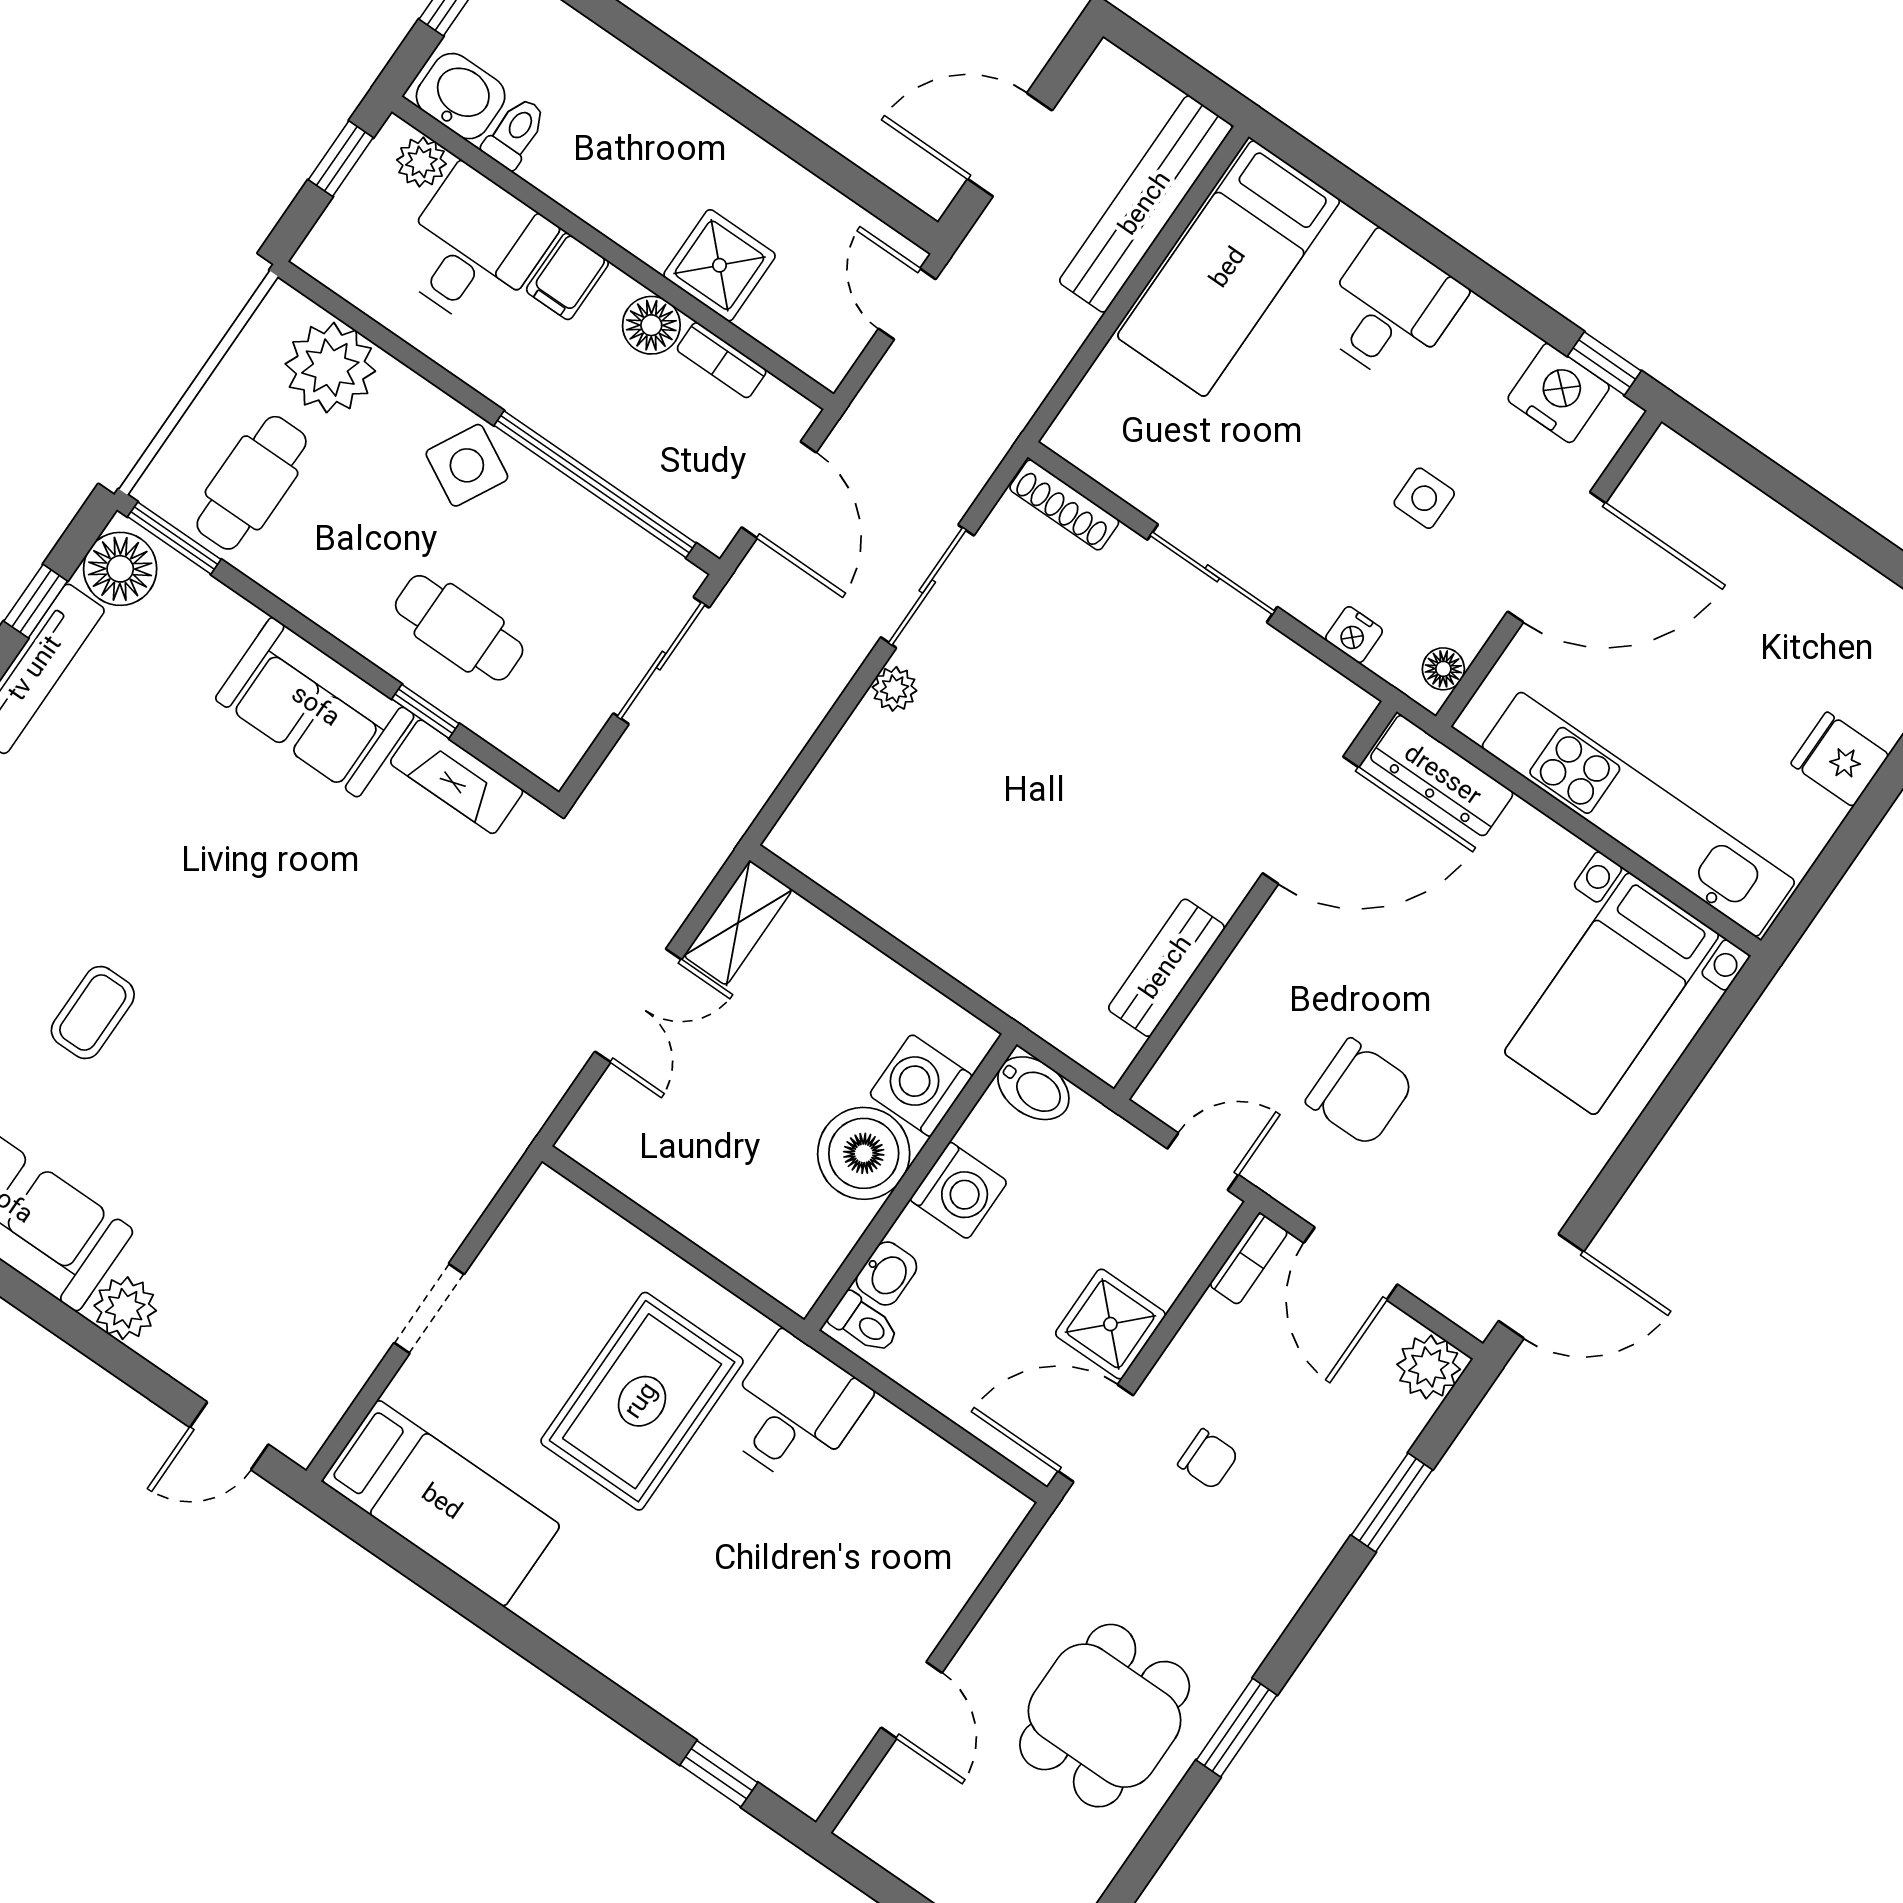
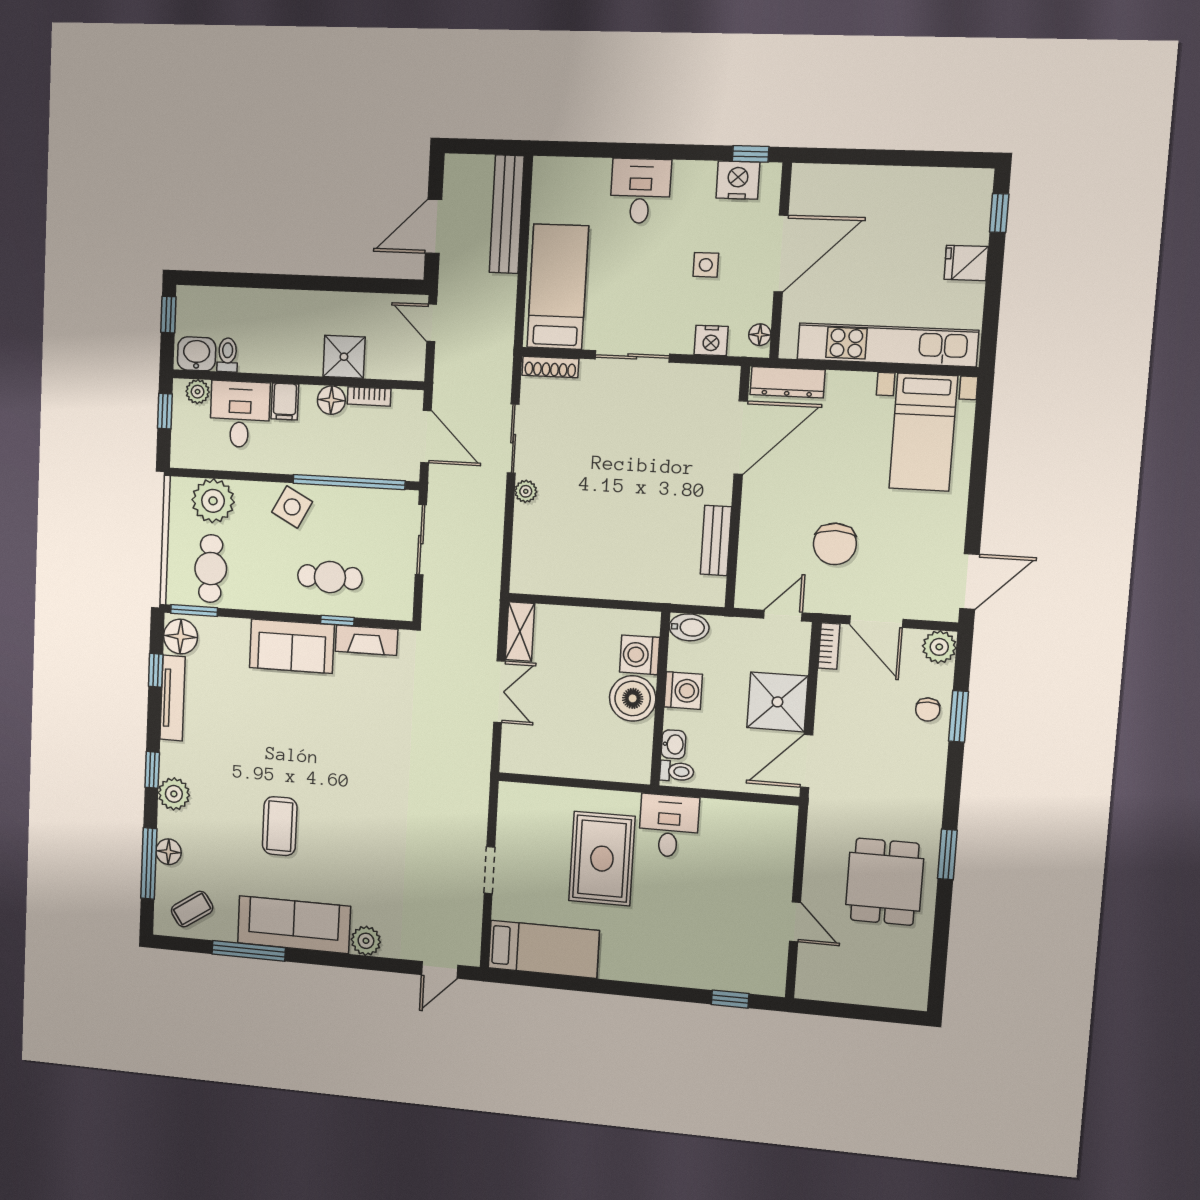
bed: (1229, 268) -> (558, 287), moved, turned 180
nightstand: (1354, 635) -> (711, 340), width x1.39, depth x1.35
coffee table: (93, 1013) -> (280, 826), width x1.36, depth x1.30
chair: (1360, 1092) -> (835, 544), turned 90
shower: (1110, 1324) -> (777, 702), width x1.36, depth x1.36
chair: (1208, 1459) -> (928, 710), moved, turned 90

